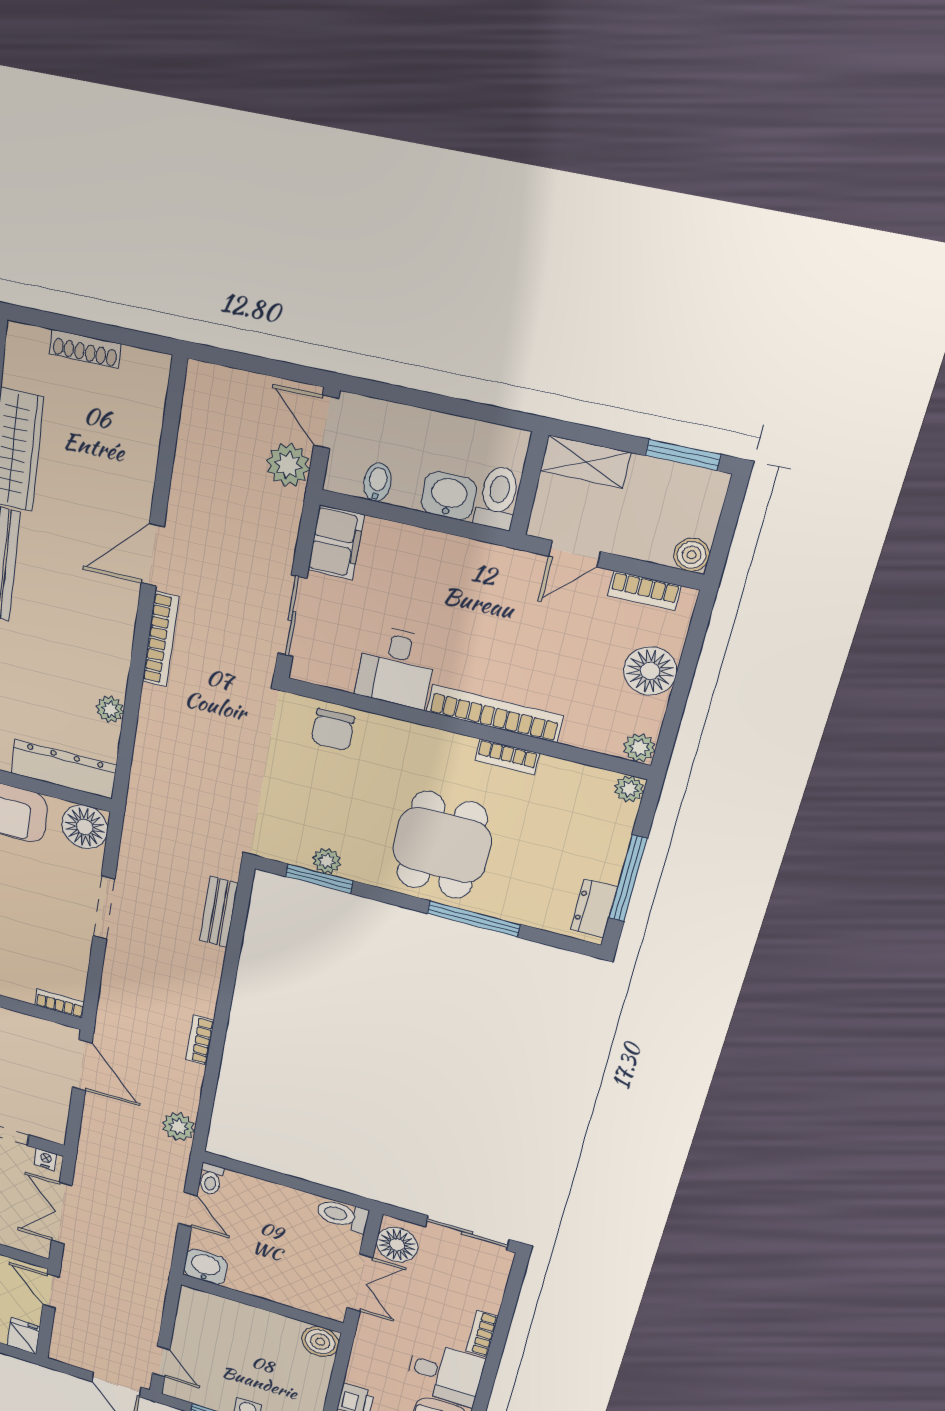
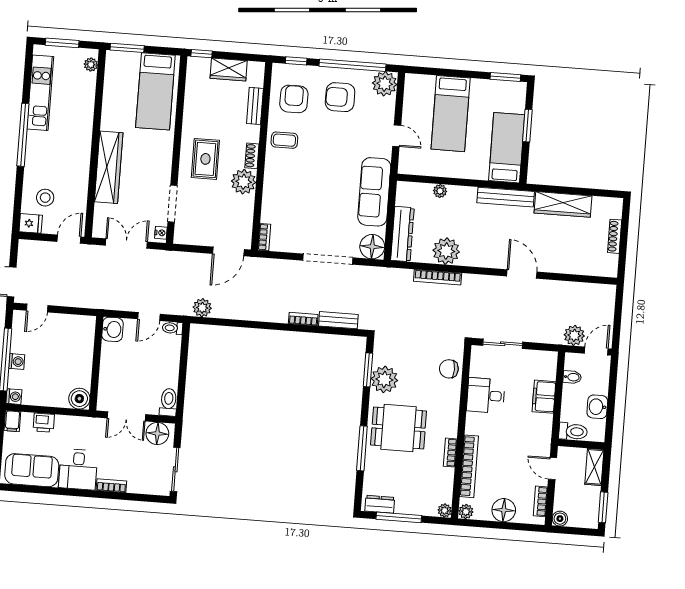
washbasin: (449, 496) -> (597, 407), moved, turned 180
filing cabinet: (336, 543) -> (544, 397), moved, turned 90
bookcase: (161, 639) -> (438, 277), moved
plant: (110, 709) -> (446, 251), width x1.88, depth x1.88
bookcase: (494, 713) -> (469, 466), moved
plant: (327, 861) -> (384, 379), width x1.87, depth x1.87
doorway: (104, 908) -> (328, 259), width x1.36
bookcase: (200, 1040) -> (303, 319), moved

